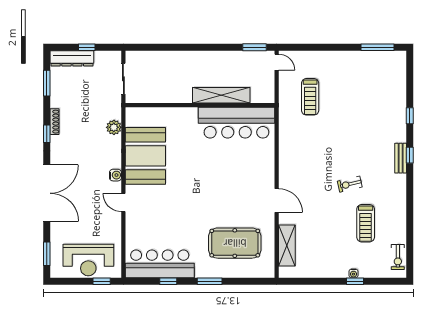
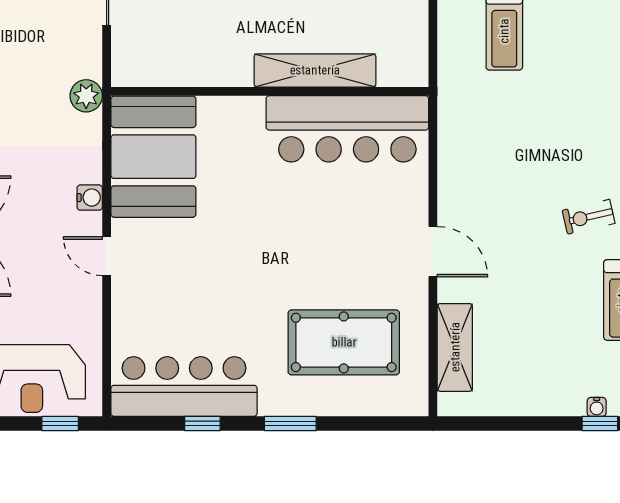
shelving: (221, 95) -> (315, 70), moved
wall: (200, 105) -> (270, 91), moved
bar counter: (236, 123) -> (347, 129), moved

